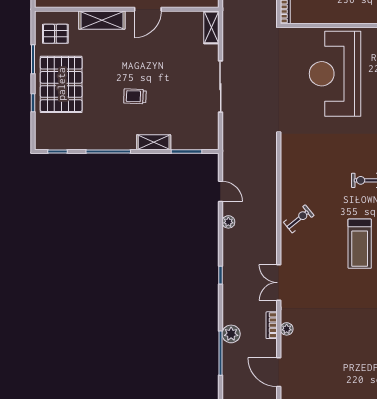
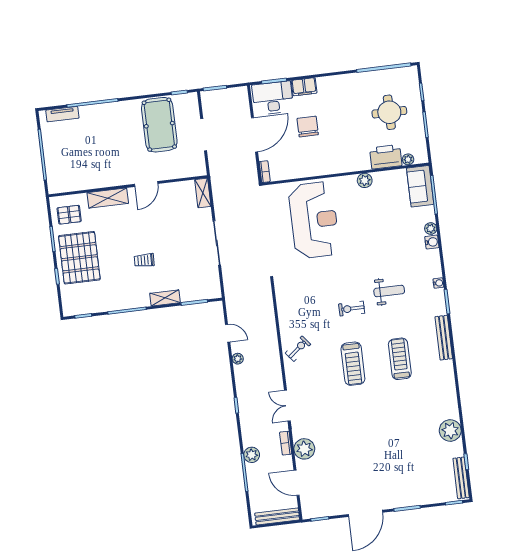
reception desk: (335, 74) -> (314, 220), turned 180
plant: (287, 329) -> (304, 449), width x1.88, depth x1.88

